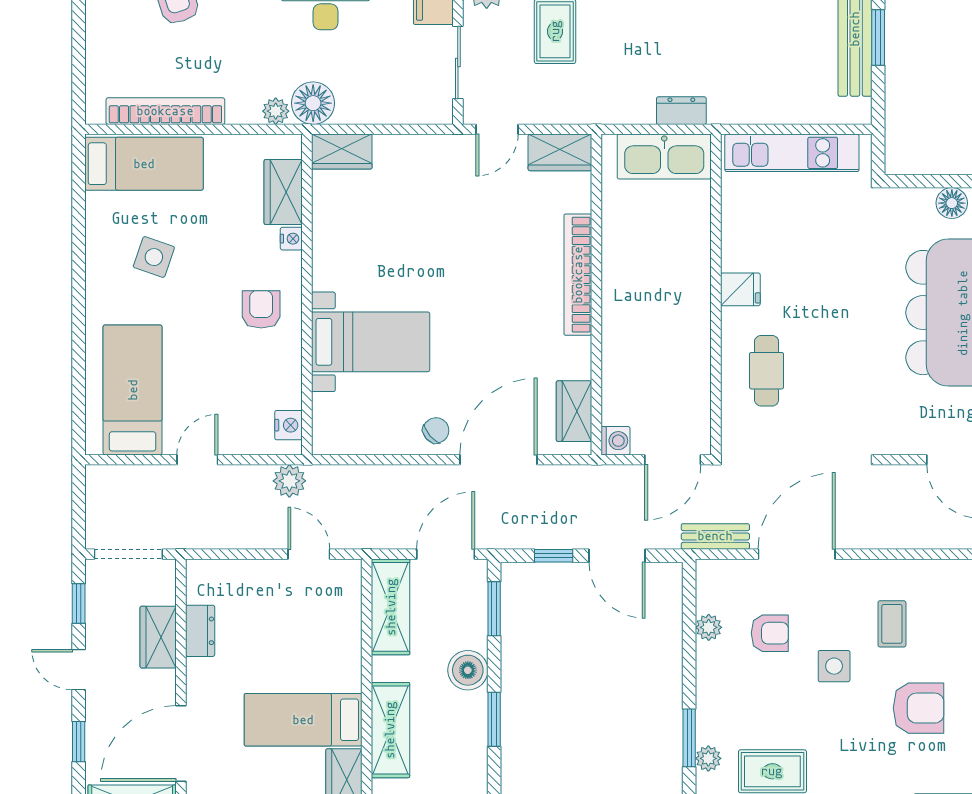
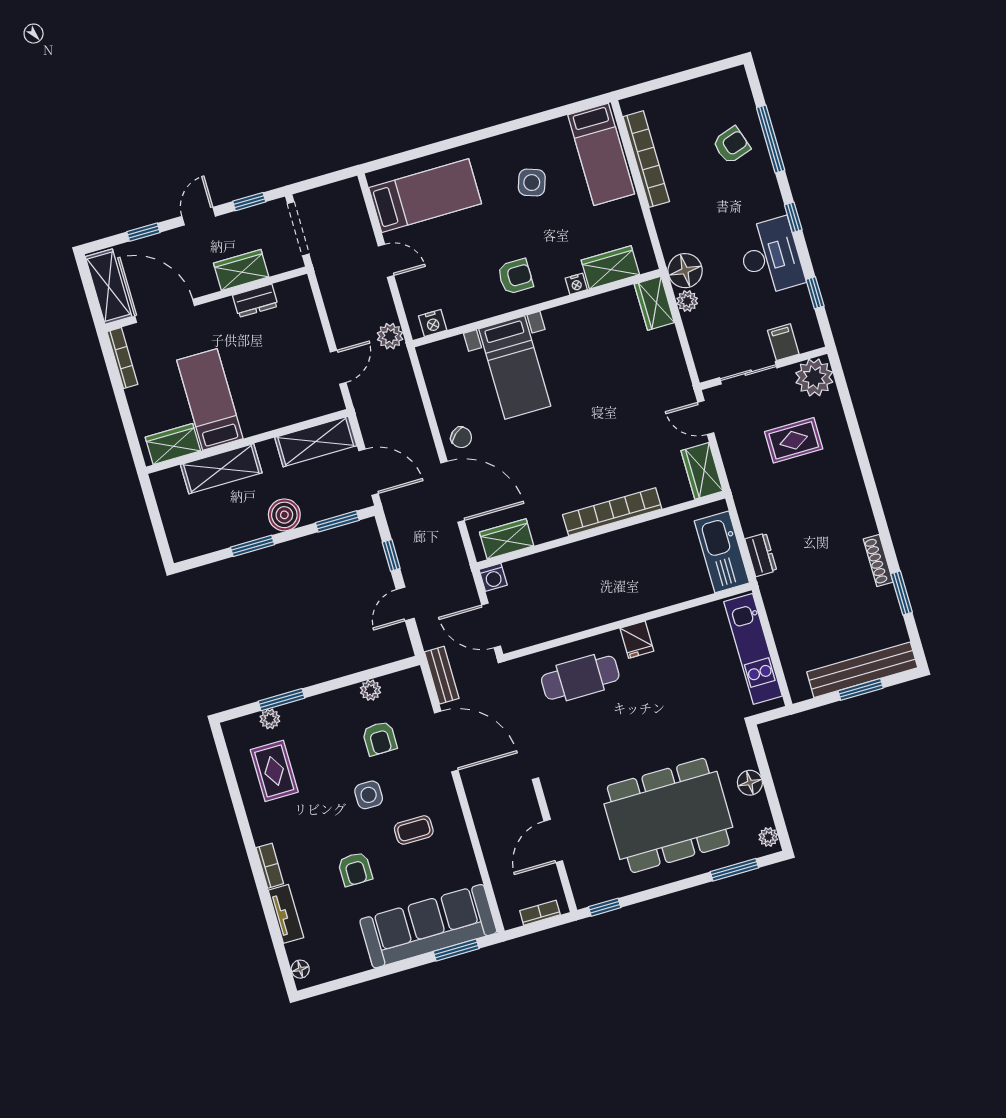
plant: (276, 111) -> (687, 301), moved
cafe table: (767, 371) -> (580, 678), width x1.37, depth x1.35
door: (617, 556) -> (405, 604), width x0.73
armchair: (919, 708) -> (355, 869), width x0.72, depth x0.72

